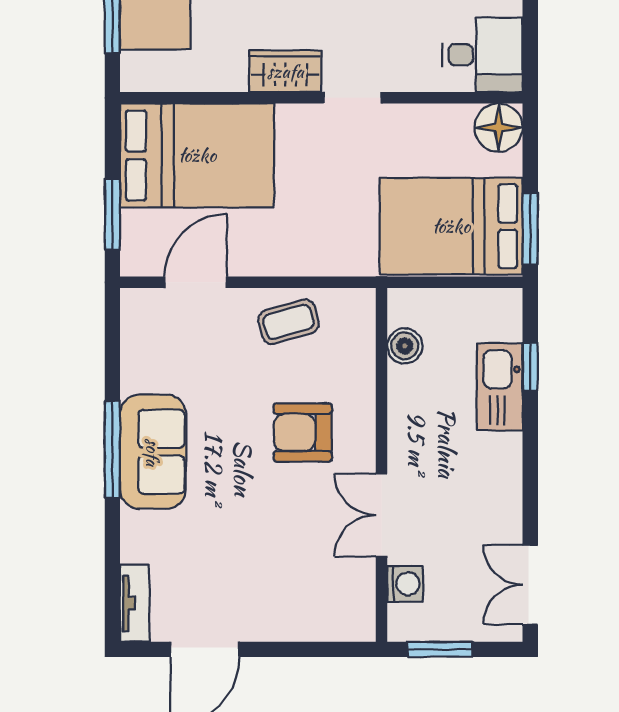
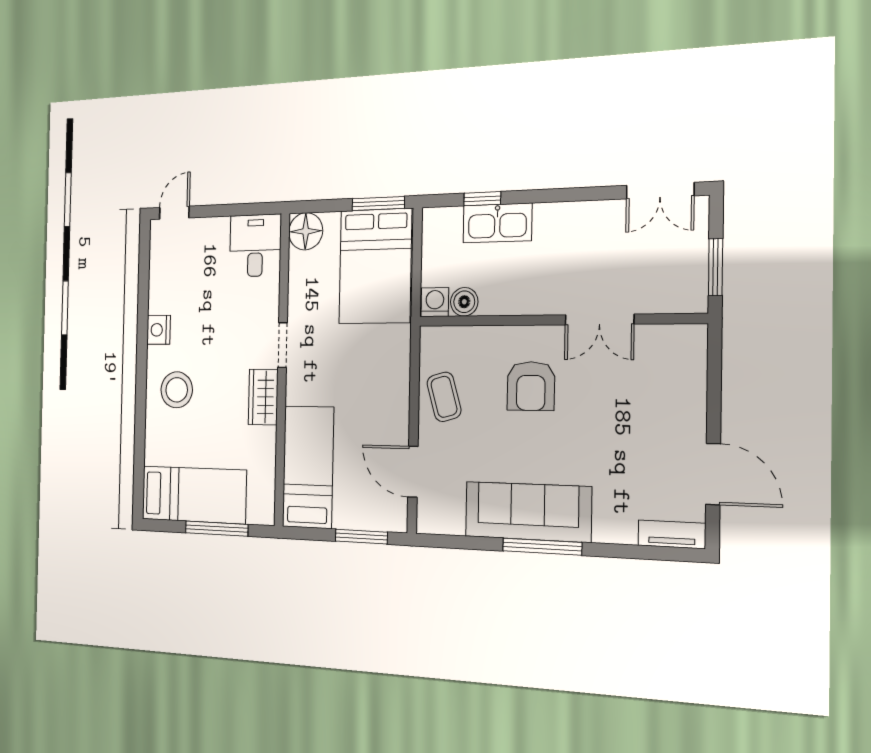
bed: (197, 155) -> (308, 467), width x0.67
sofa: (153, 452) -> (528, 512), width x1.36
washing machine: (405, 584) -> (435, 302), moved

